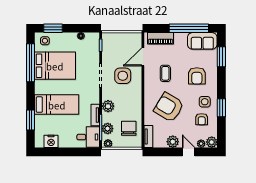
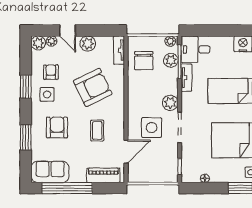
window: (221, 57) -> (26, 137), moved
plant: (108, 106) -> (170, 103), moved
armchair: (169, 107) -> (93, 87), turned -57

